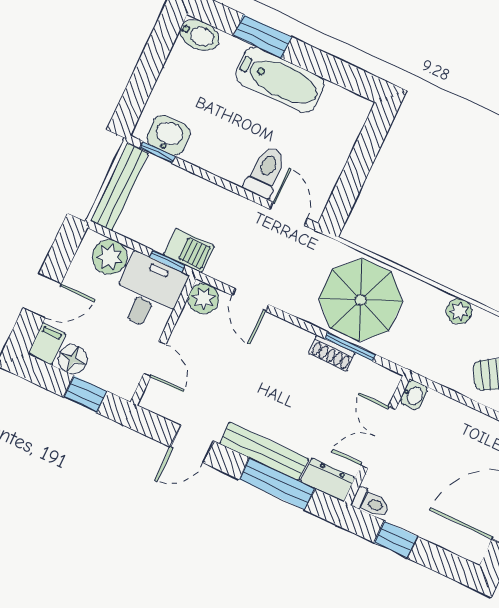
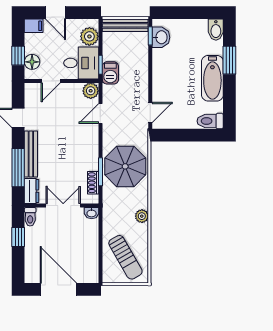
toilet: (266, 172) -> (210, 121), moved, turned 180
shoe rack: (332, 353) -> (93, 183), moved
floor lamp: (73, 359) -> (32, 62), moved

